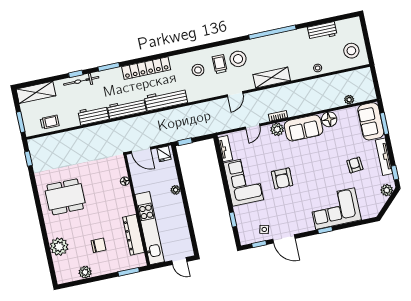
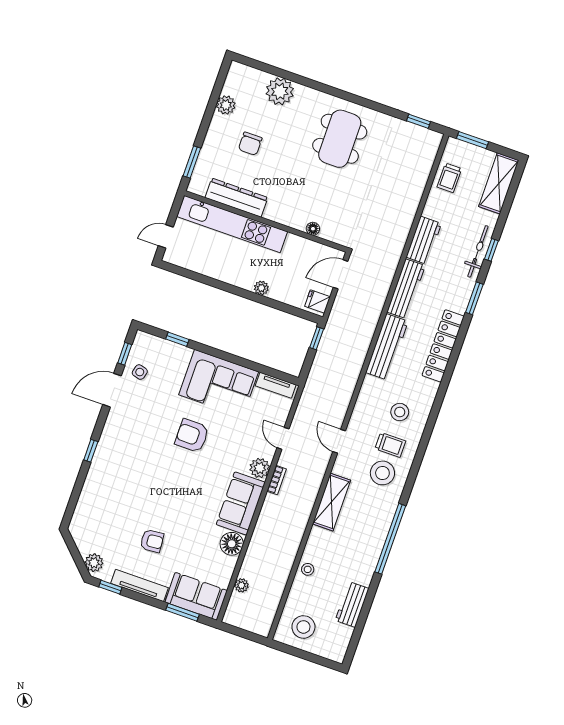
corner sofa: (335, 209) -> (111, 481), removed

